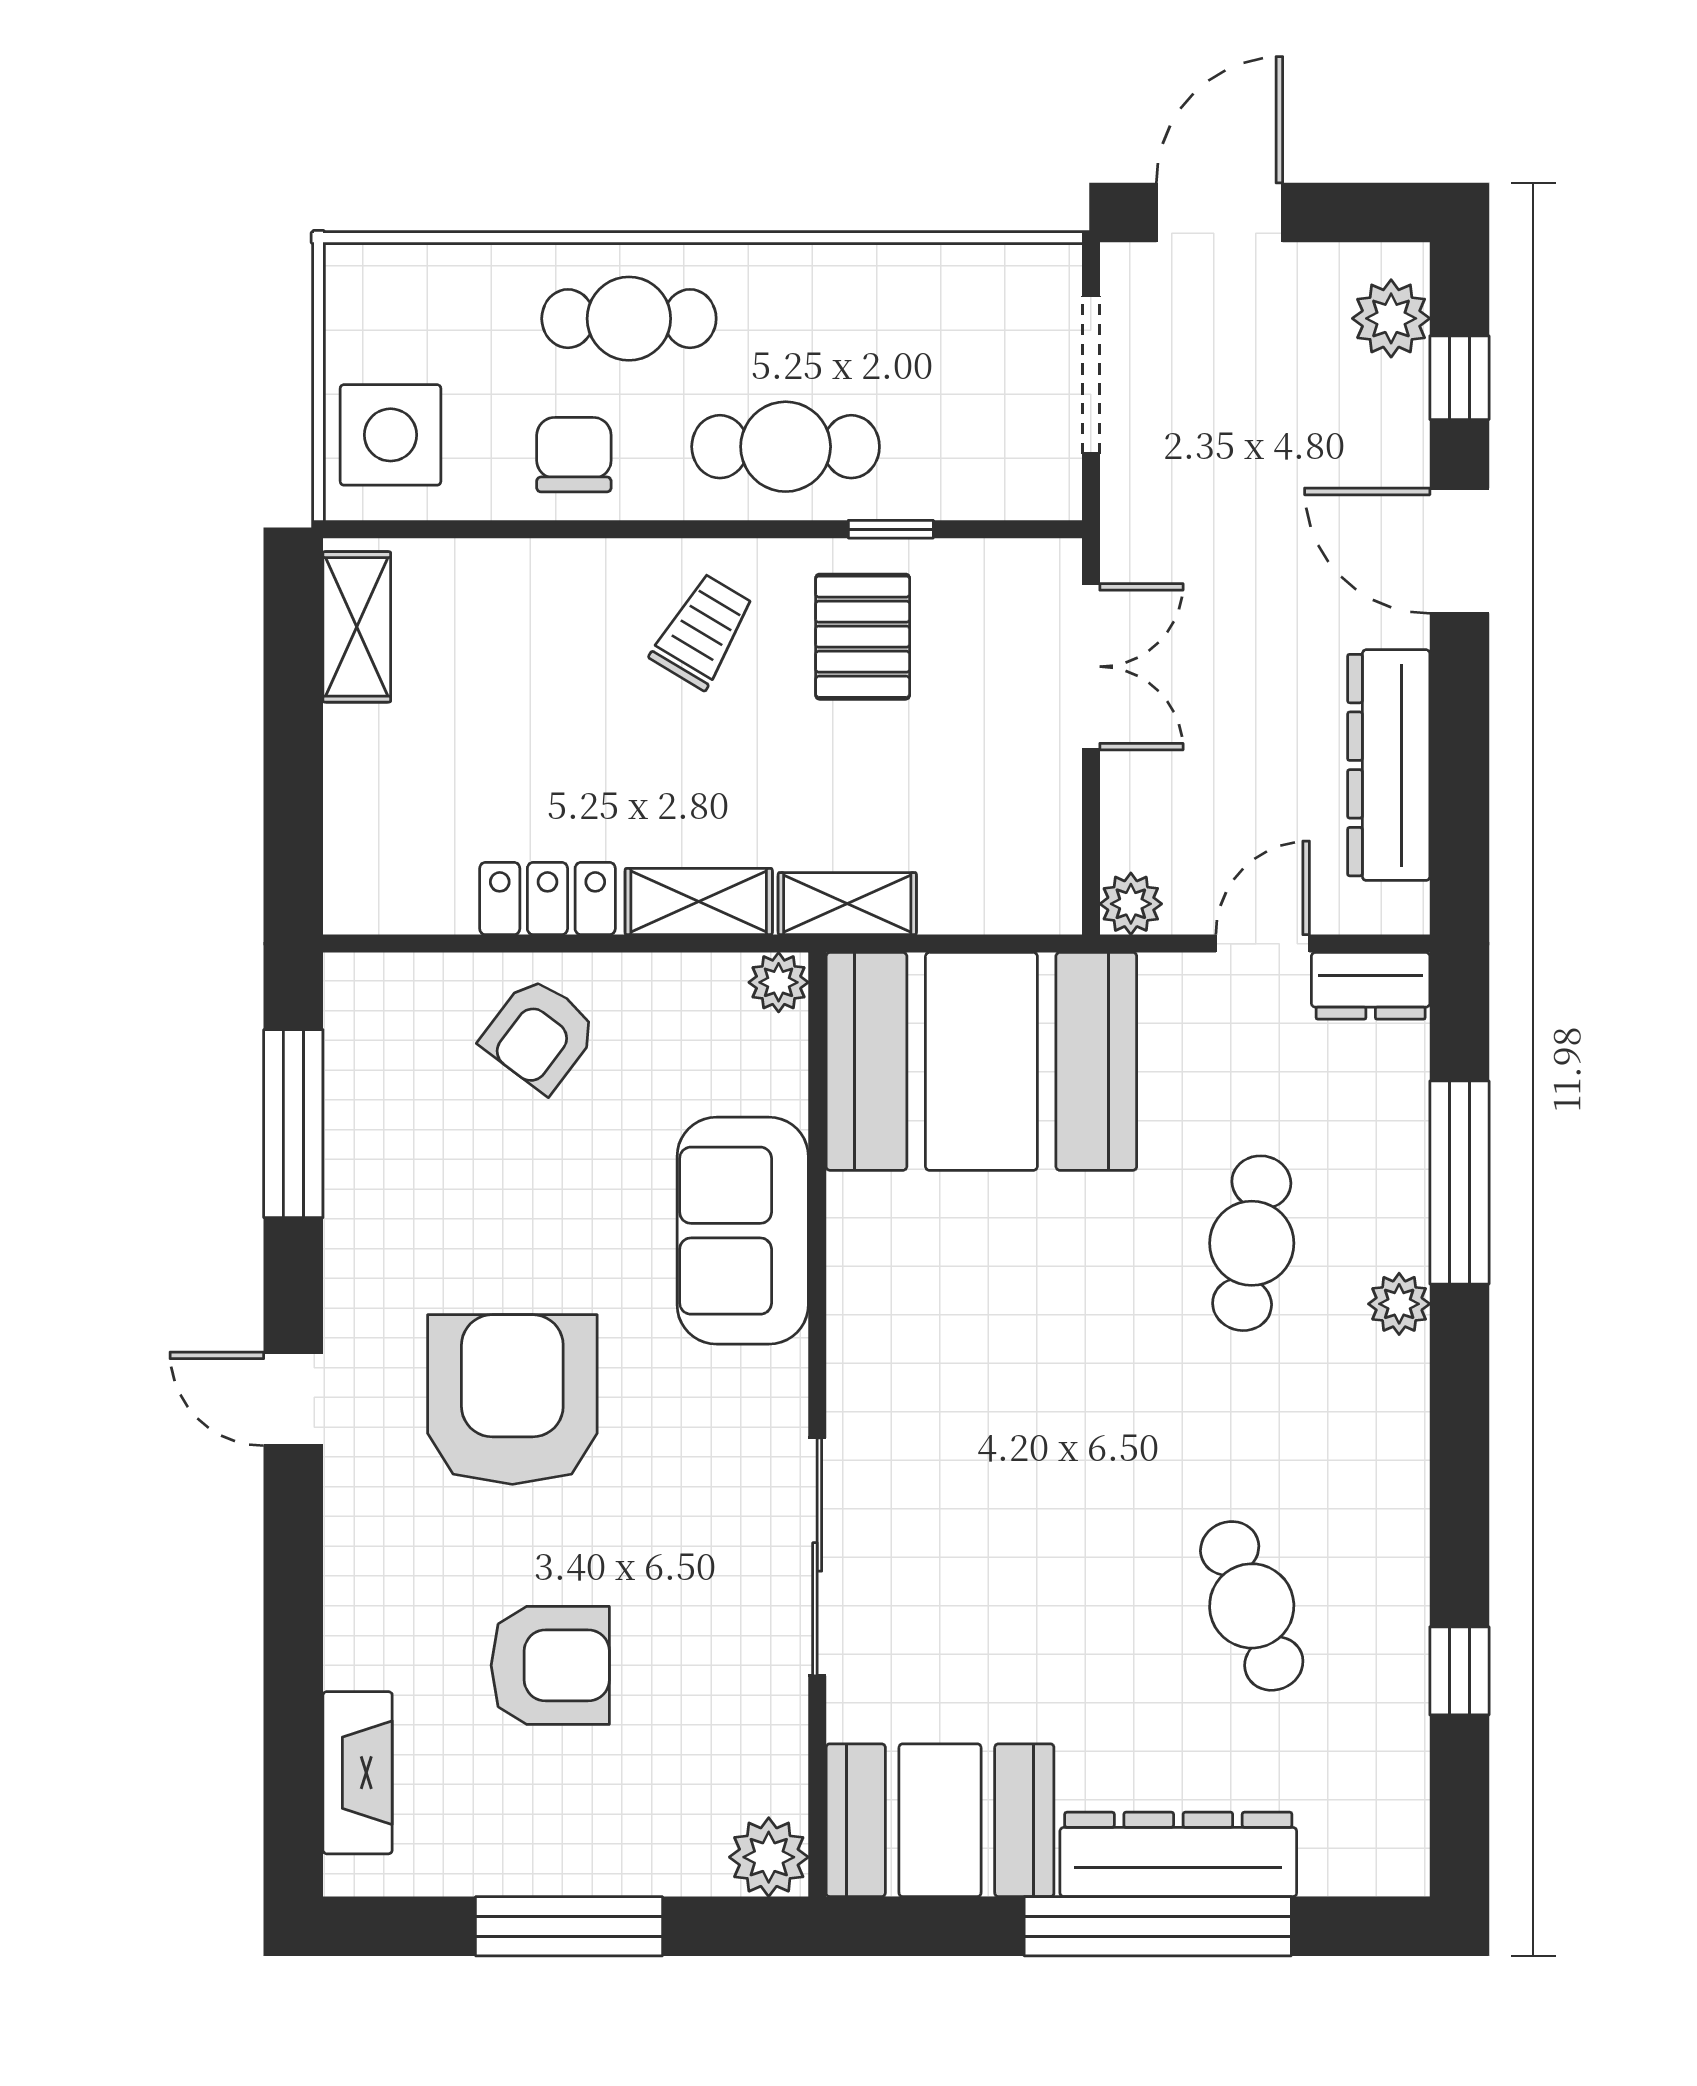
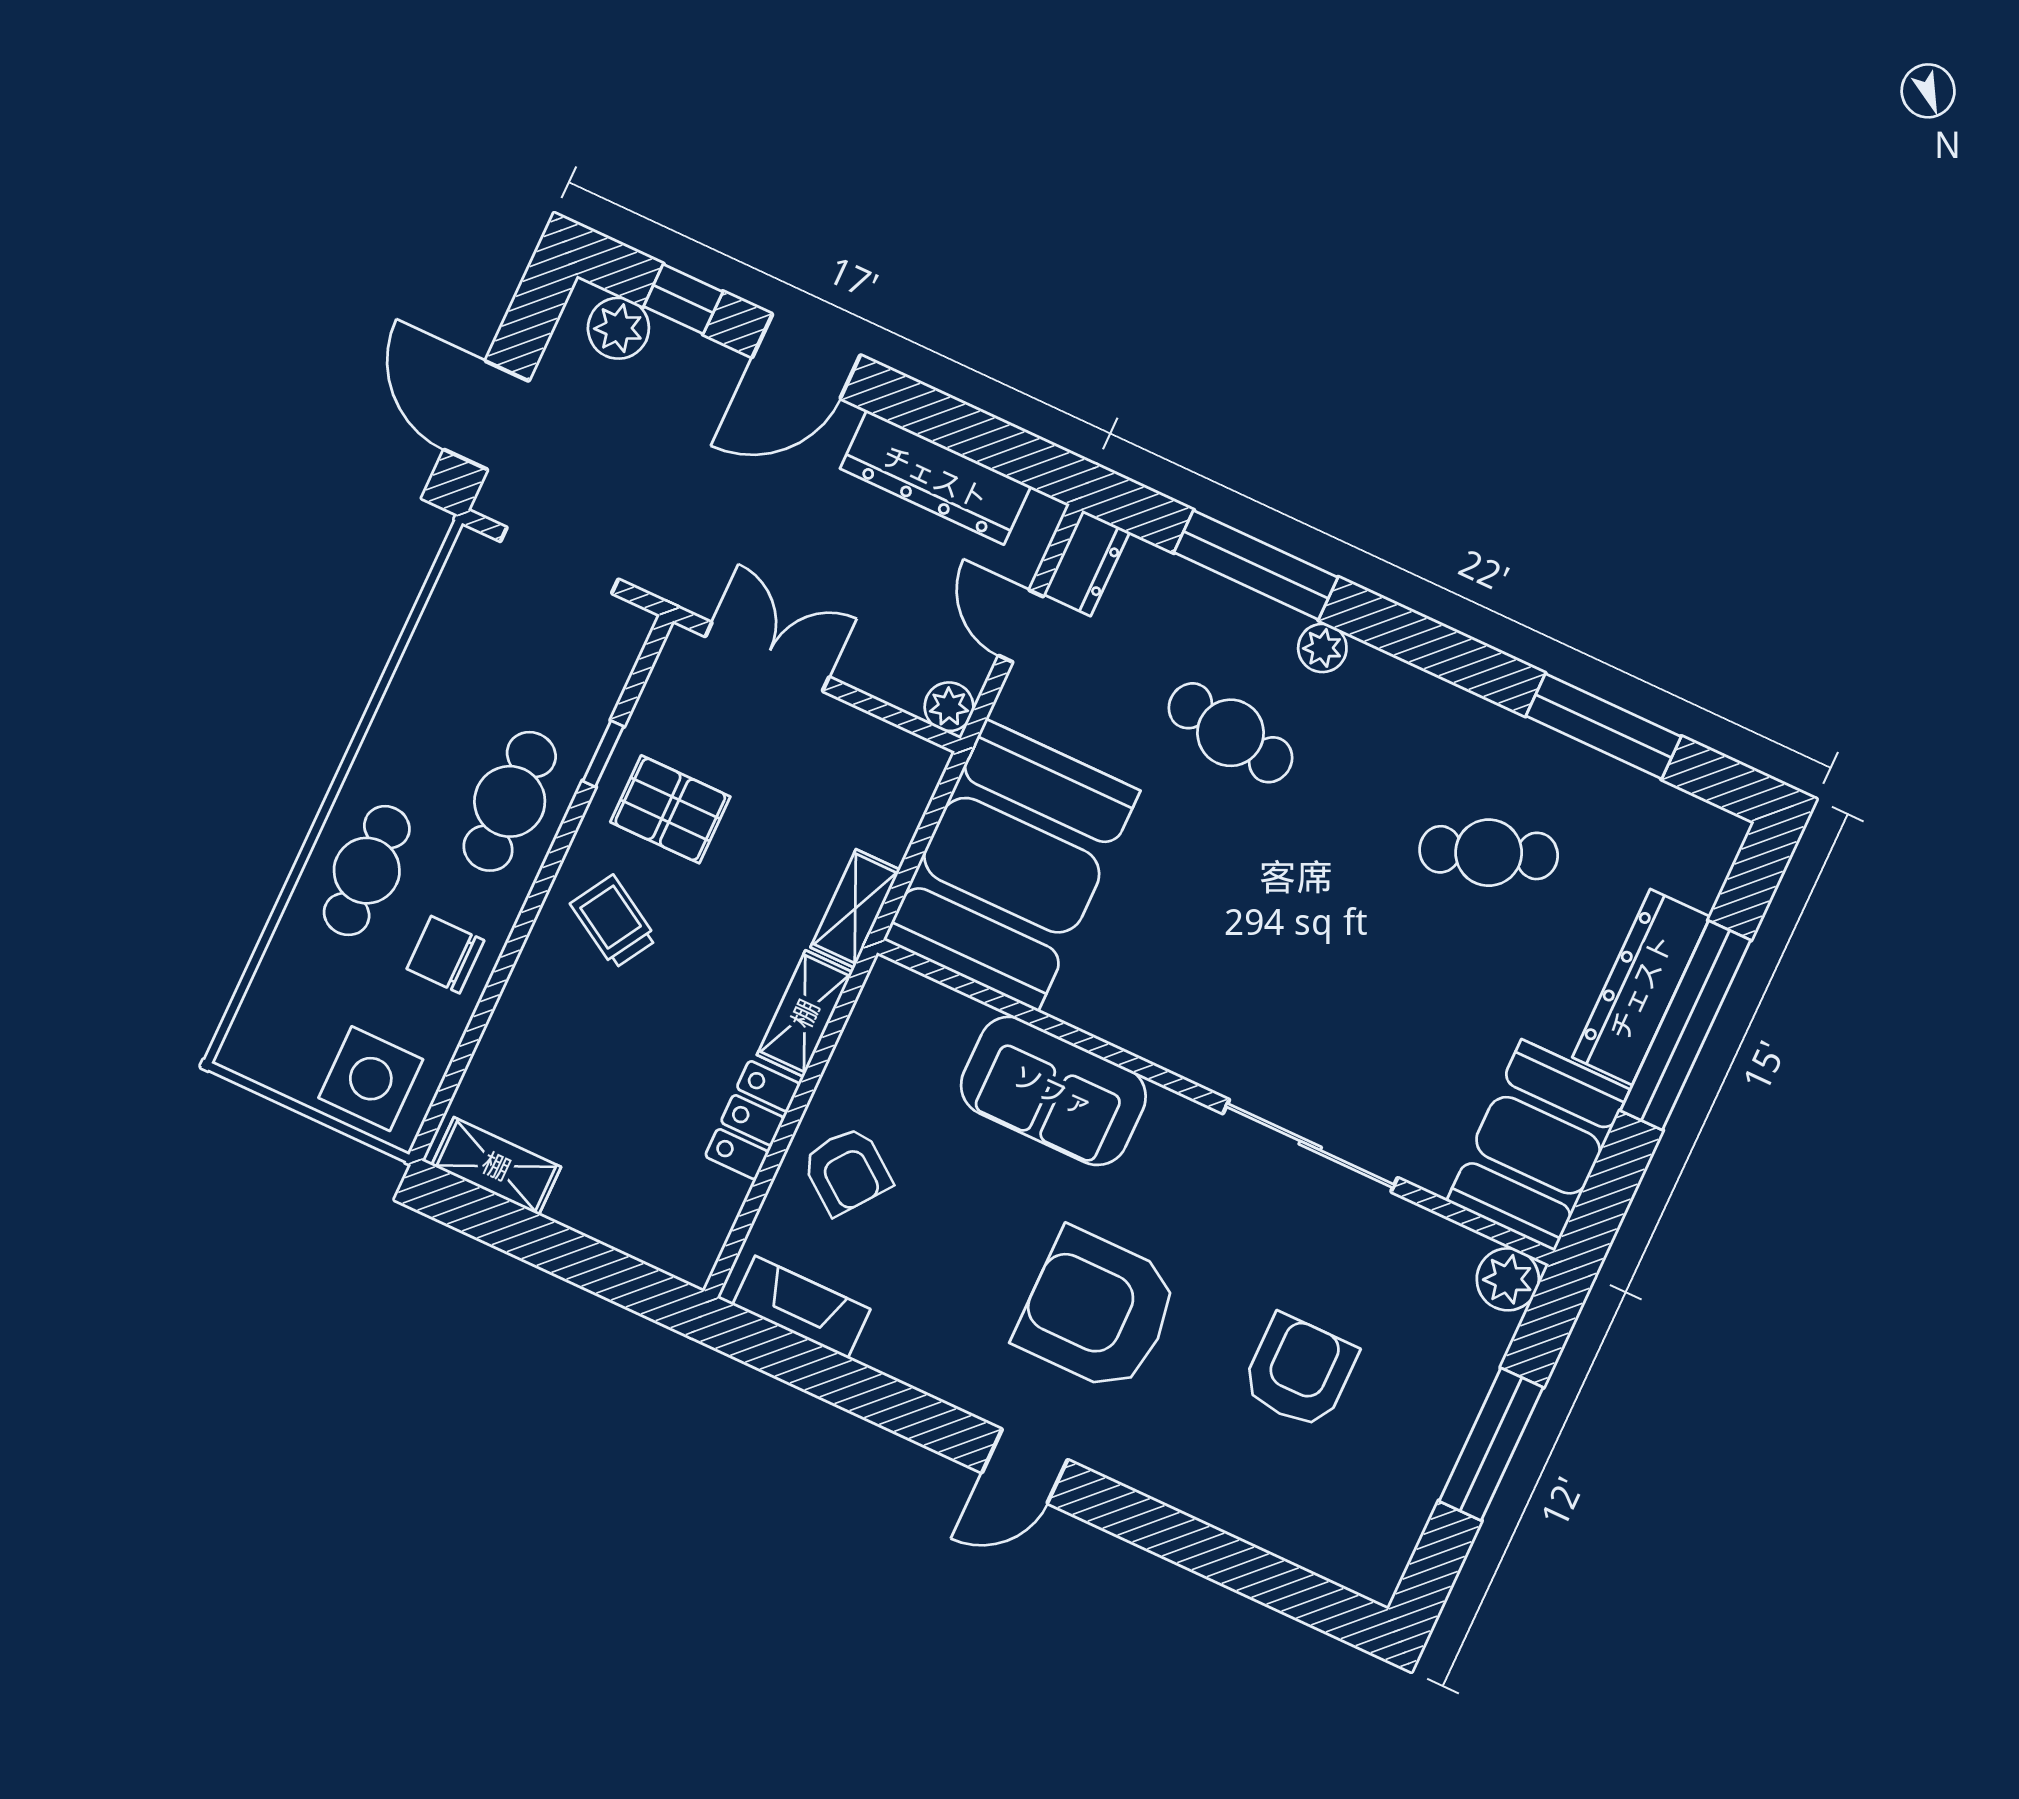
plant: (779, 982) -> (888, 983), removed
window: (293, 1124) -> (829, 1375), removed
window: (1459, 1671) -> (1603, 726), width x2.17
fireplace: (358, 1773) -> (801, 1307), moved

